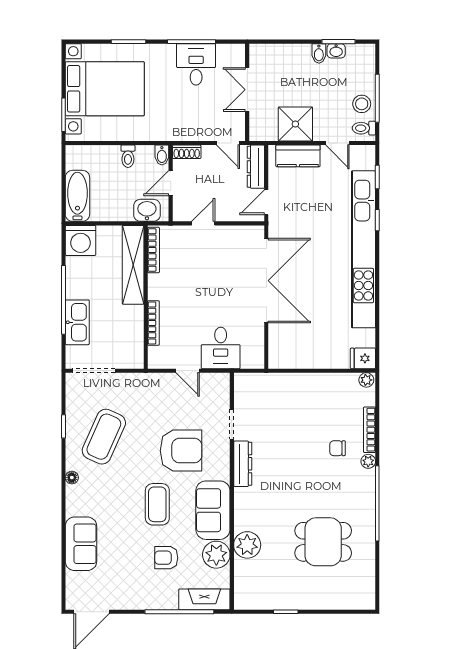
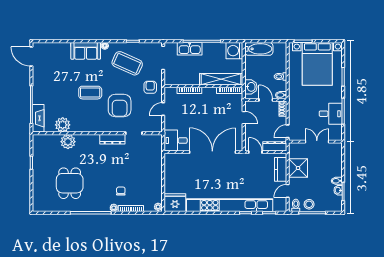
double door: (266, 281) -> (212, 152), swing flipped
desk: (221, 348) -> (176, 140), moved
fridge: (363, 358) -> (175, 203), width x1.88, depth x1.34
sofa: (213, 510) -> (87, 123), removed
sofa: (81, 544) -> (86, 51), moved
armchair: (166, 558) -> (150, 87), moved

